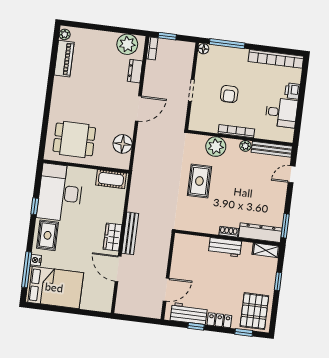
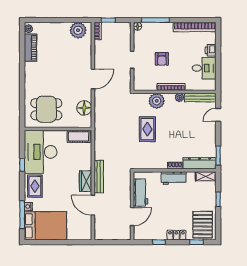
dresser: (135, 71) -> (87, 50), removed
workbench: (189, 314) -> (141, 193), moved, turned 90

